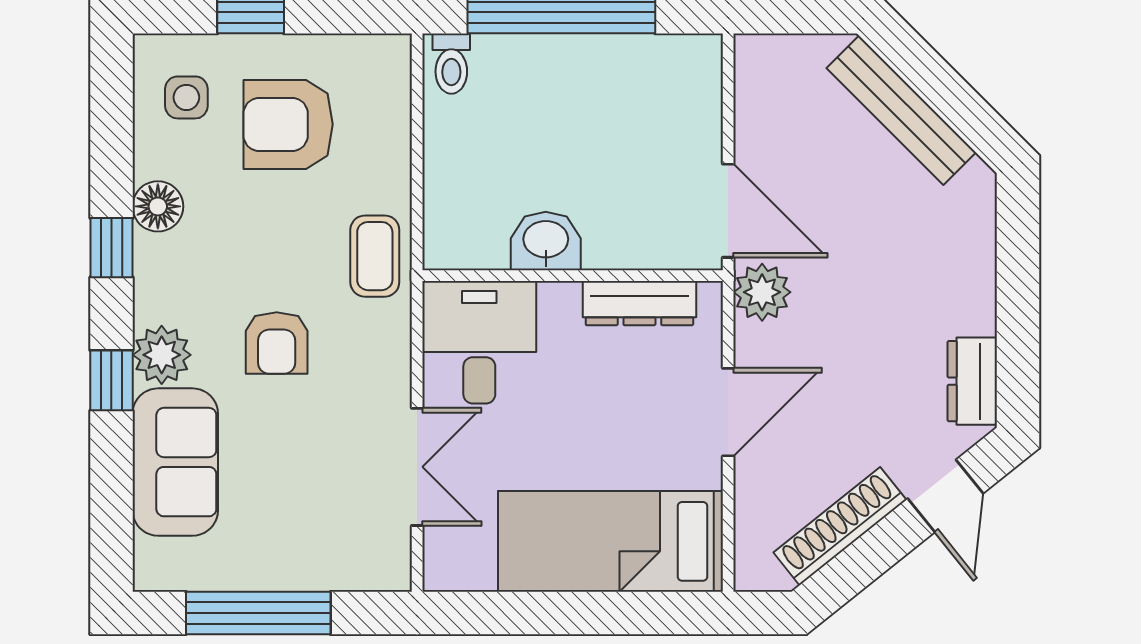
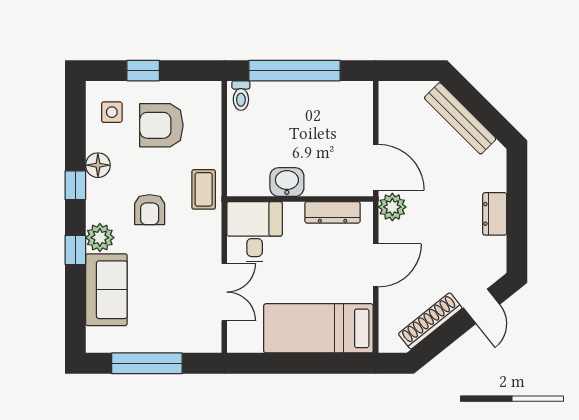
armchair: (277, 343) -> (150, 210), moved
dresser: (972, 381) -> (495, 214), moved

